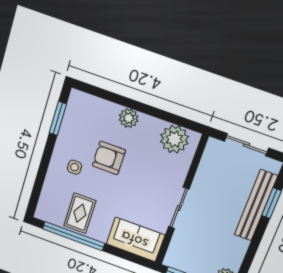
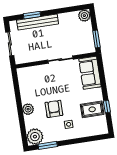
plant: (174, 139) -> (35, 137), moved
armchair: (109, 158) -> (54, 109), turned 180
window: (74, 236) -> (107, 106), width x0.32

